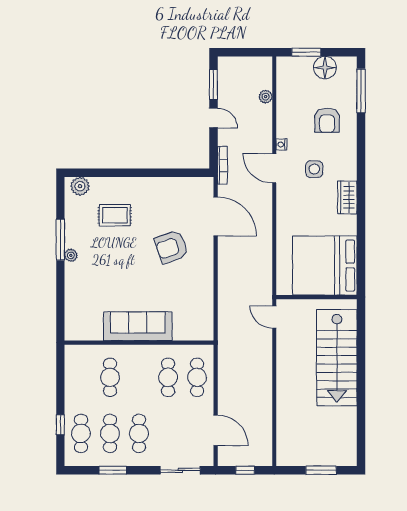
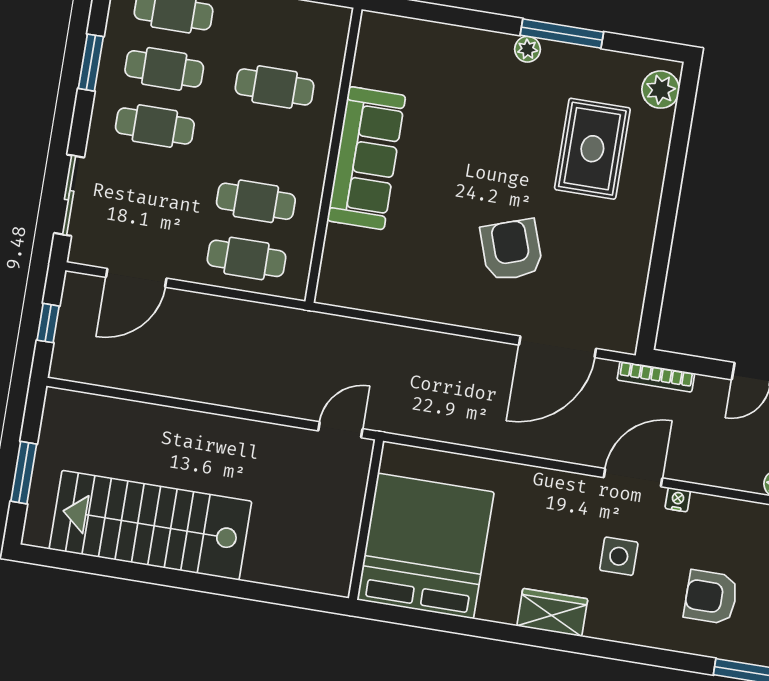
rug: (115, 215) -> (592, 149), width x1.36, depth x1.43
stairs: (337, 358) -> (150, 525), moved

